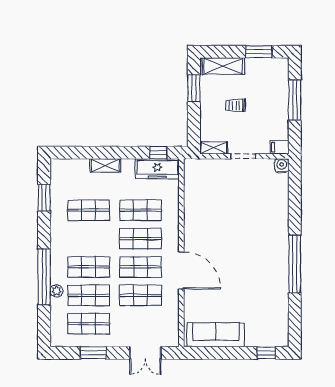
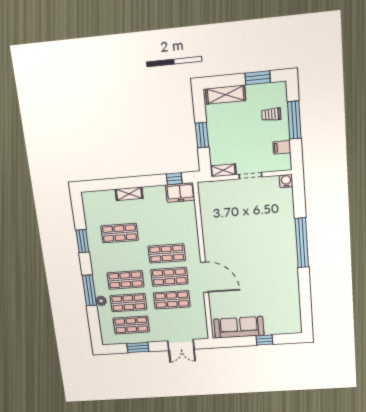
window: (194, 88) -> (202, 135), moved
trolley: (235, 105) -> (271, 114), moved
filing cabinet: (280, 147) -> (282, 147), moved
freezer: (157, 169) -> (180, 192), width x0.71
window: (44, 198) -> (82, 241), moved
shop shelf: (140, 210) -> (164, 230), removed
window: (295, 264) -> (302, 243), moved
window: (44, 277) -> (89, 290), width x0.68
window: (266, 353) -> (264, 340), moved

